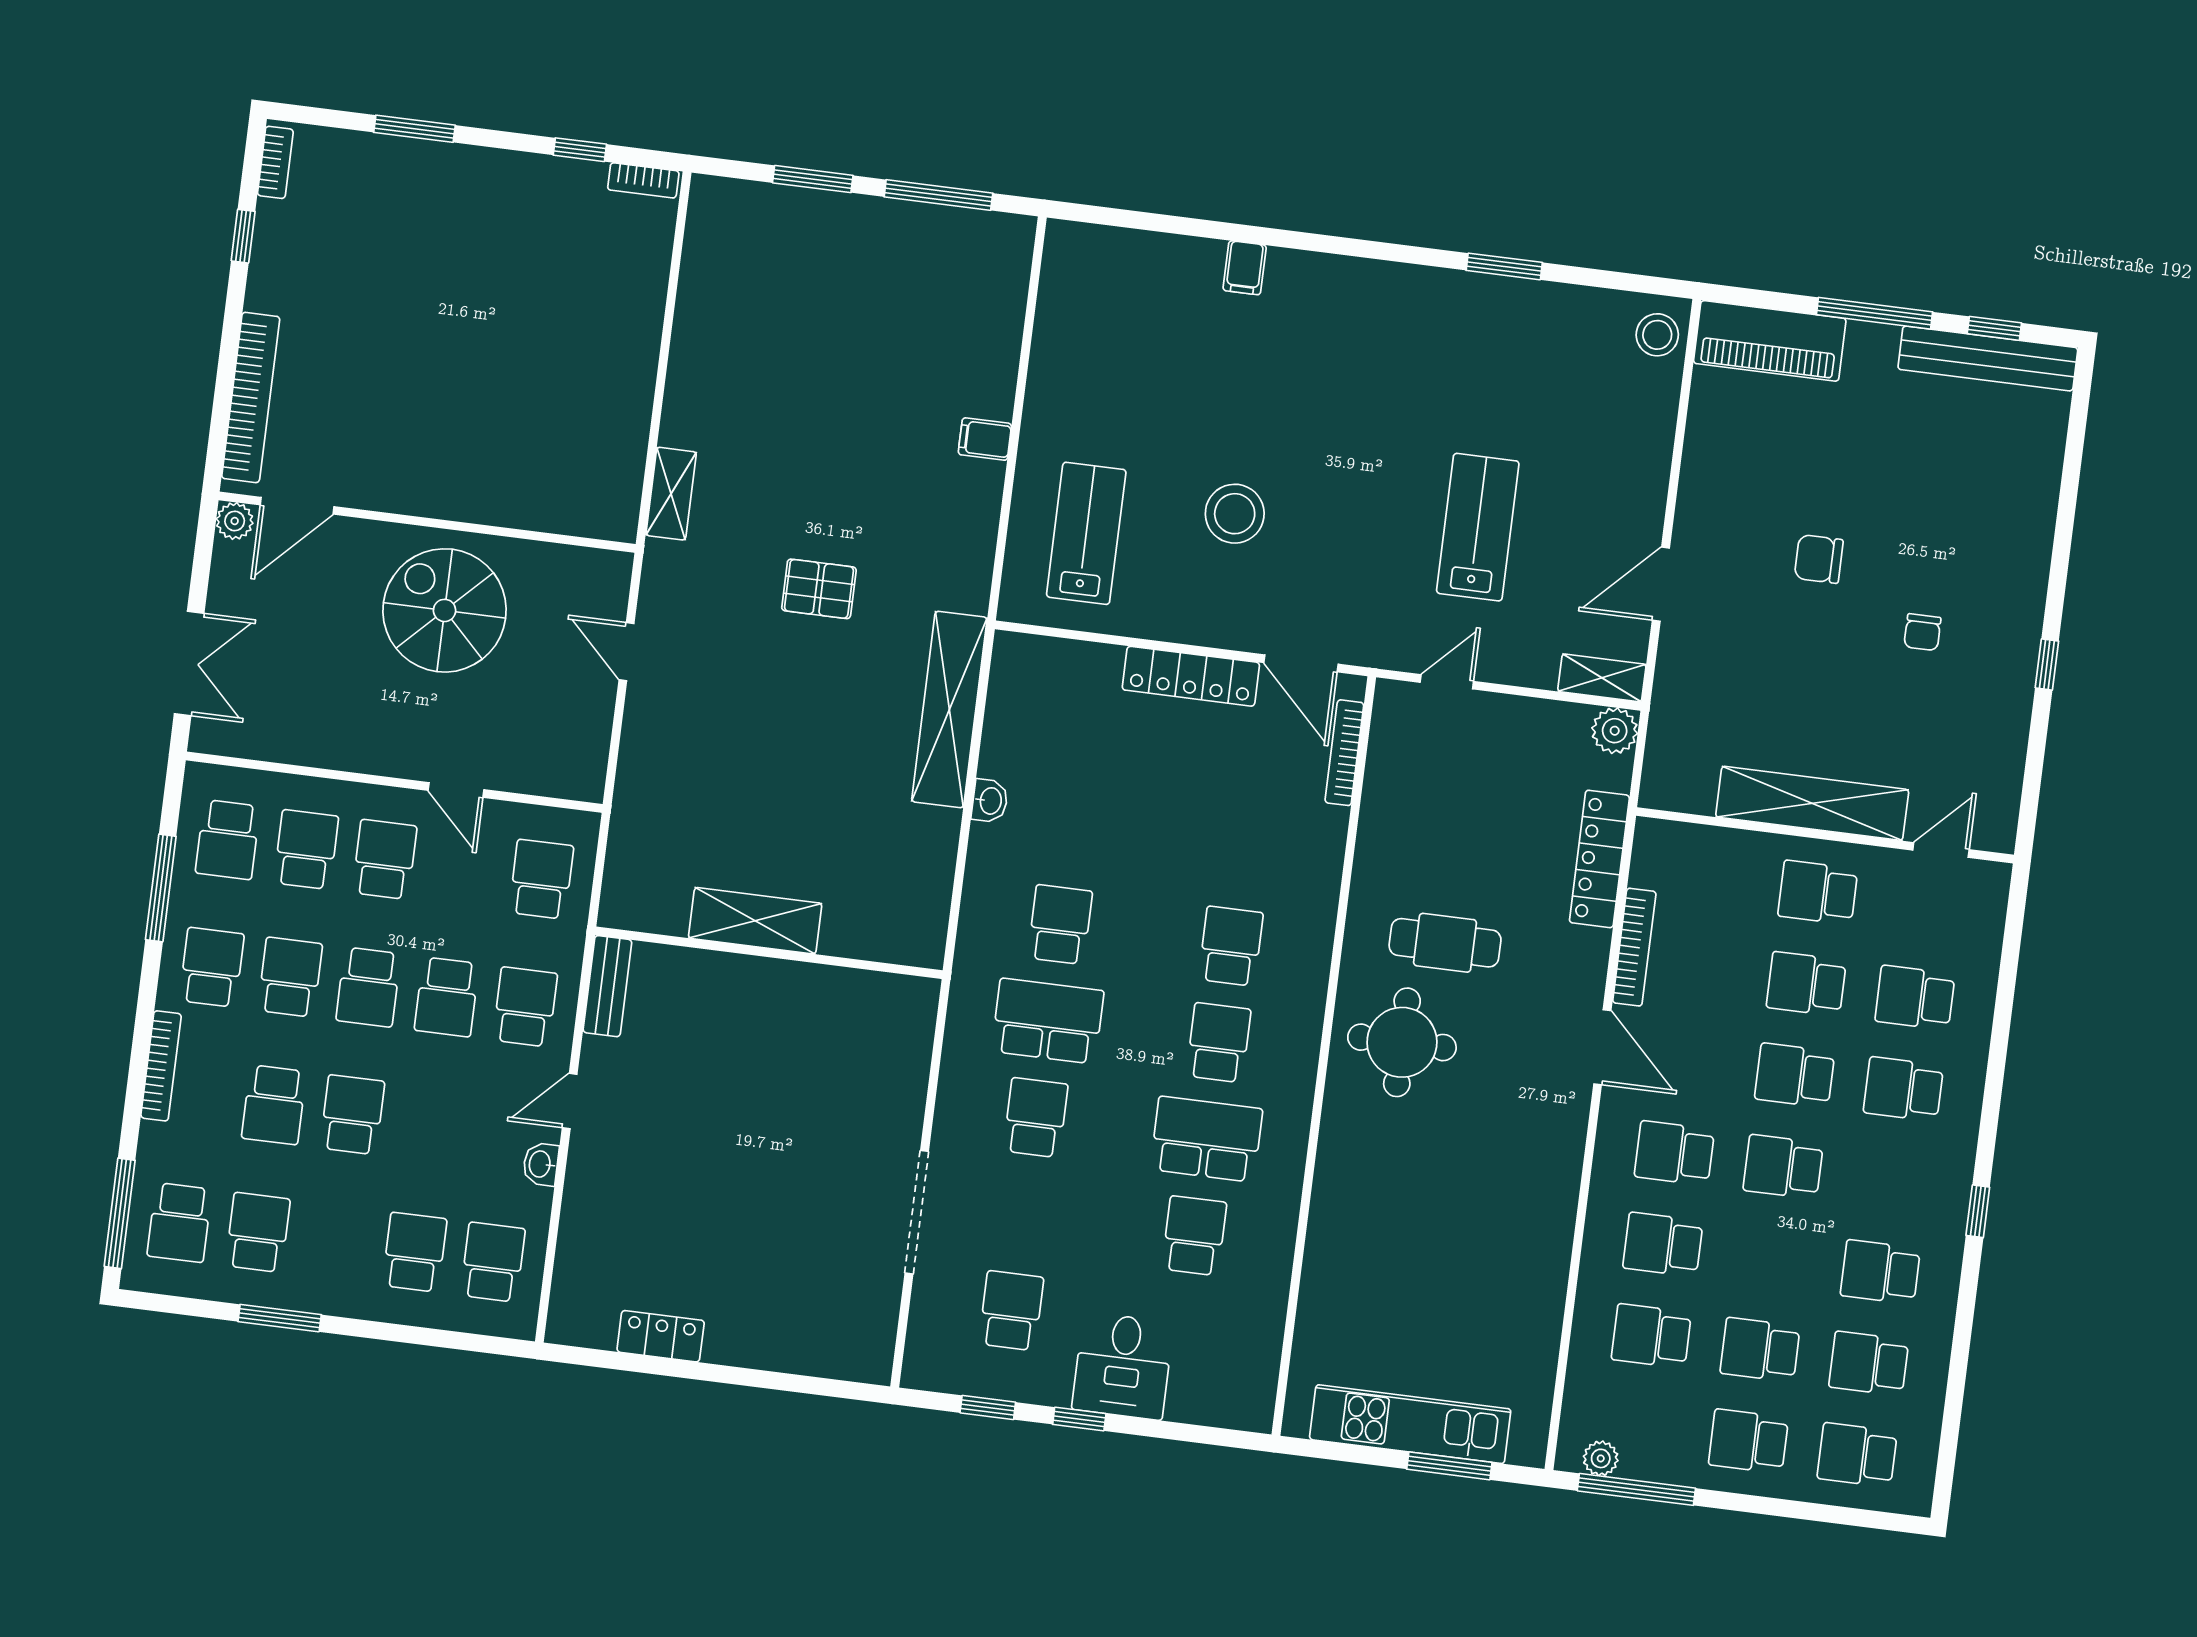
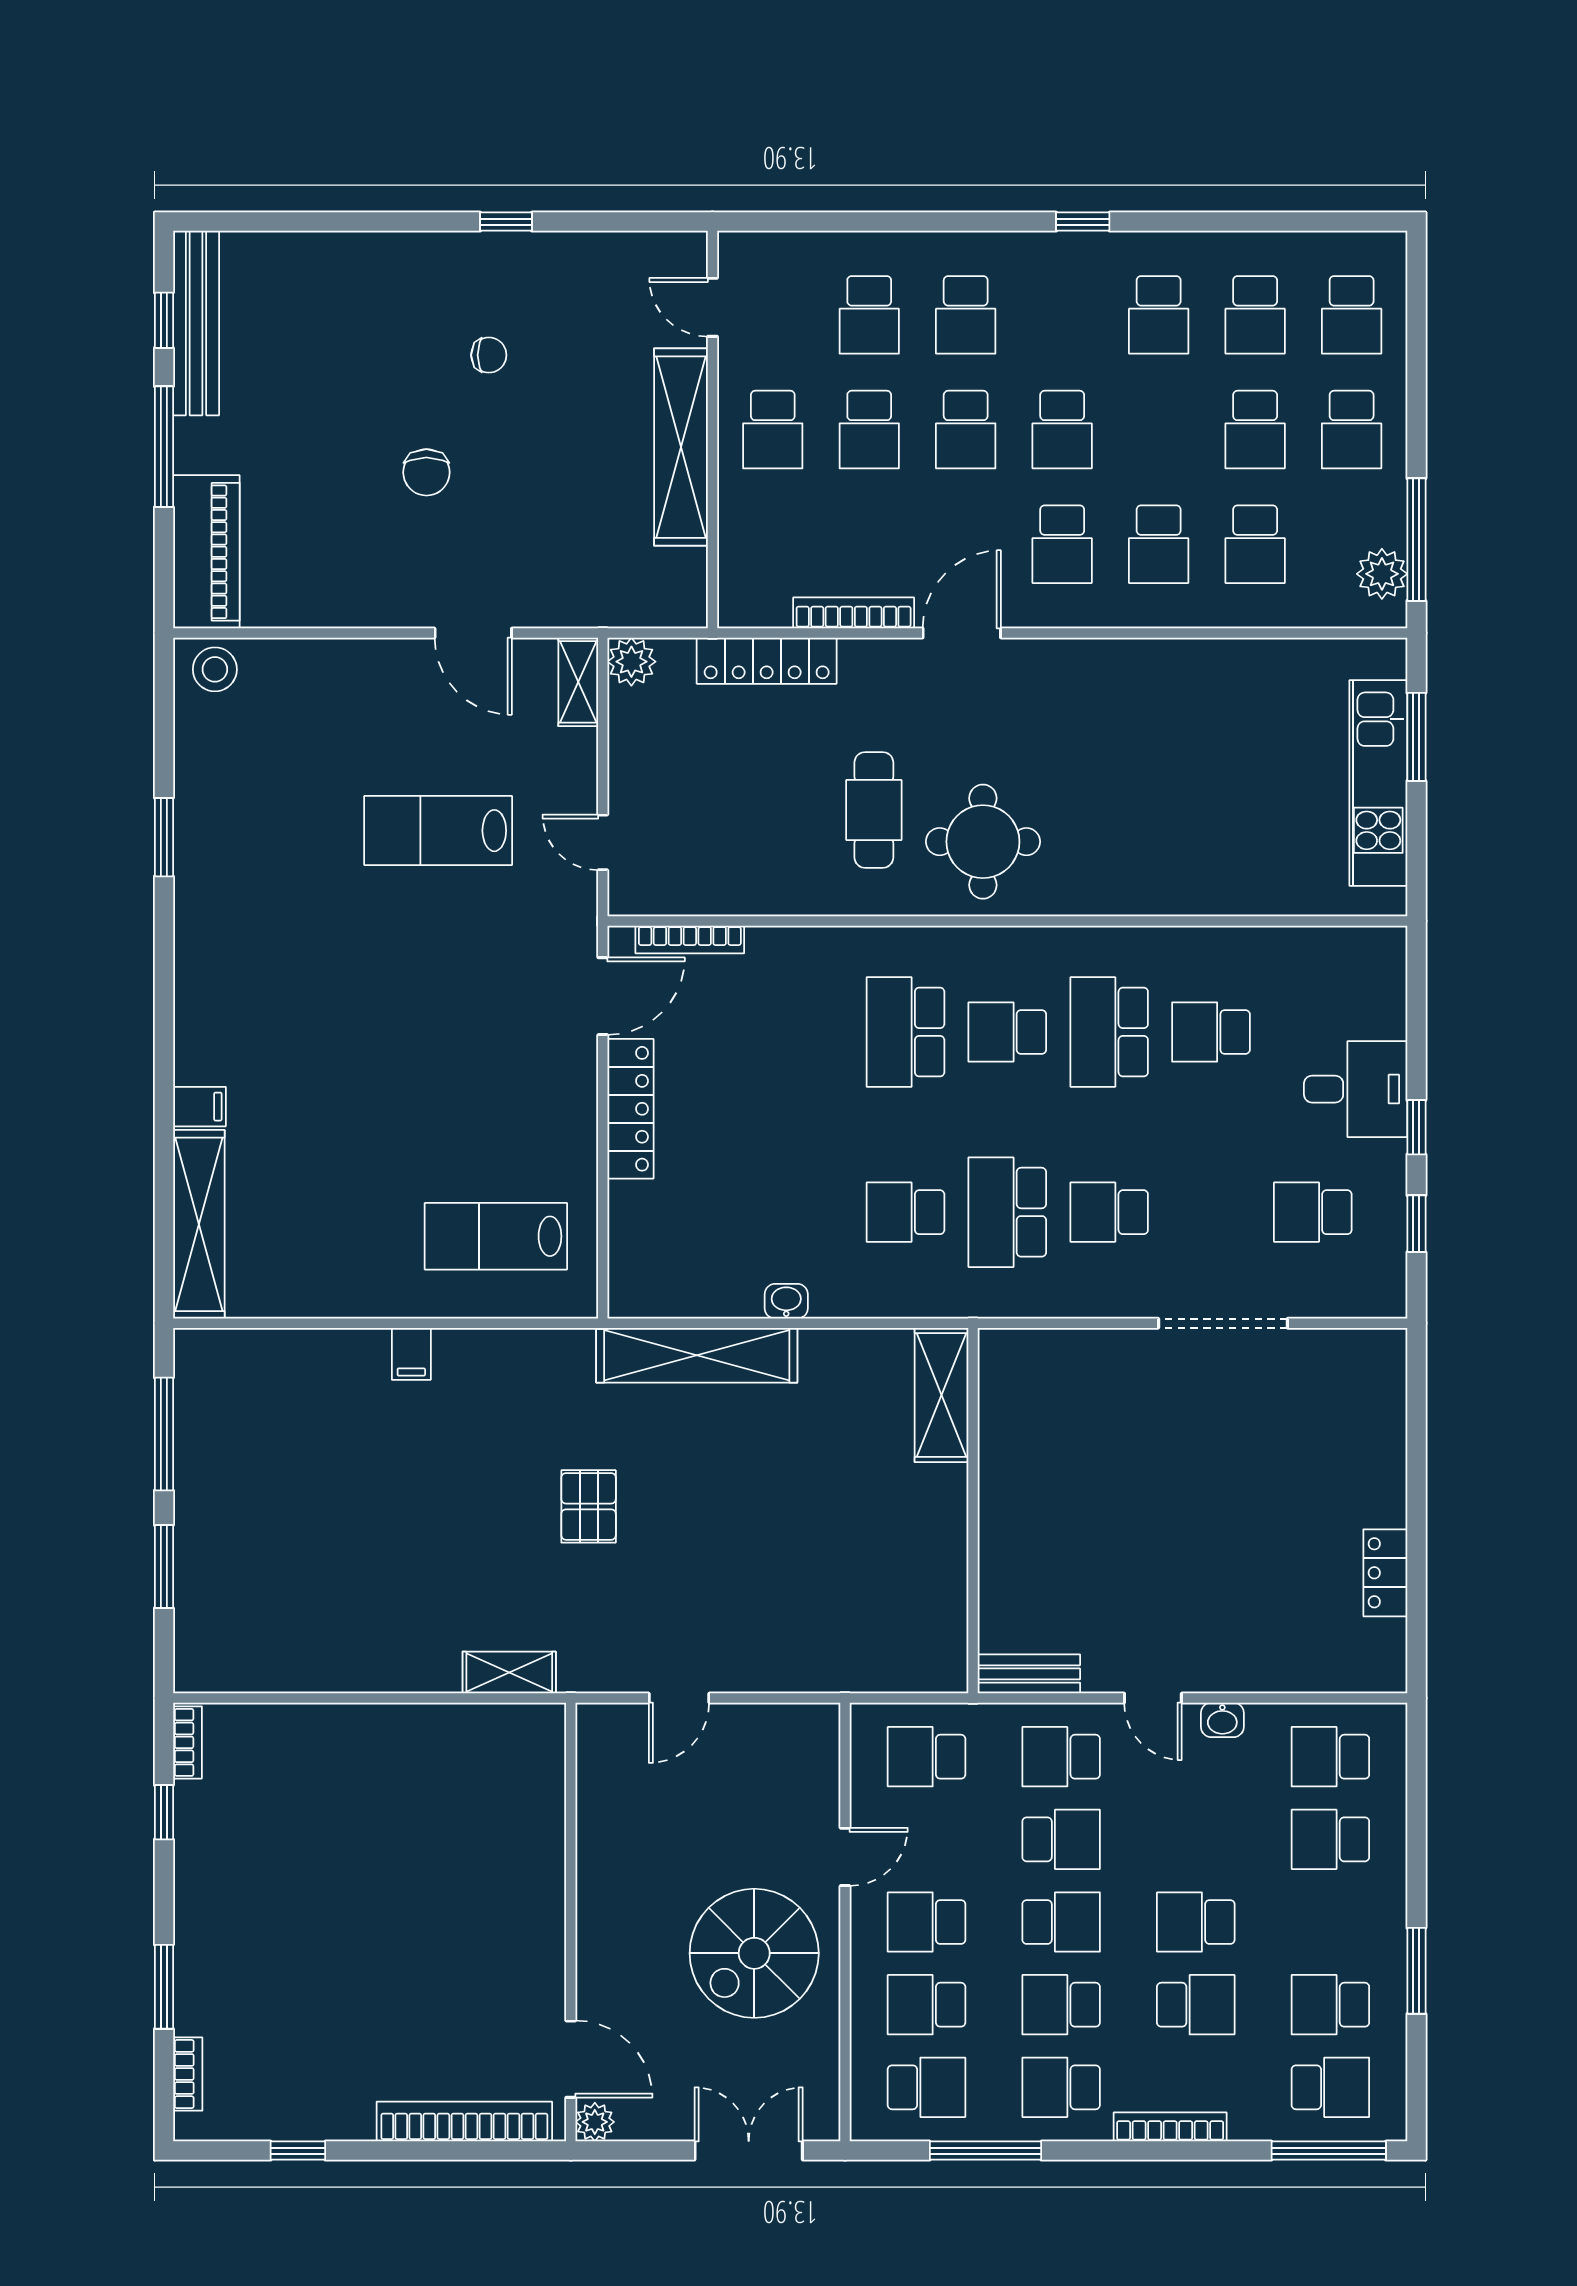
bookcase: (275, 162) -> (188, 2074), moved, turned 90
shelving: (1133, 253) -> (199, 1224), added
stool: (1235, 514) -> (456, 1085), removed
spiral stairs: (445, 610) -> (754, 1953), moved
shelving: (755, 921) -> (942, 1395), moved
school desk: (1231, 946) -> (905, 1032), width x1.85
plant: (1601, 1458) -> (1382, 574), width x1.38, depth x1.38

